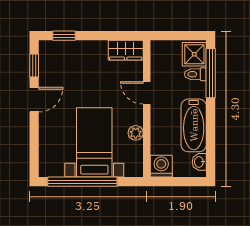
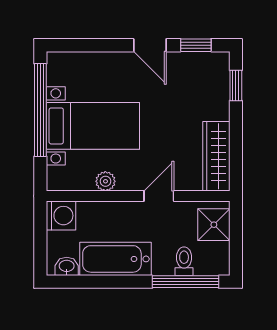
wardrobe: (126, 50) -> (216, 156), width x1.50
shower: (194, 54) -> (214, 225), moved

